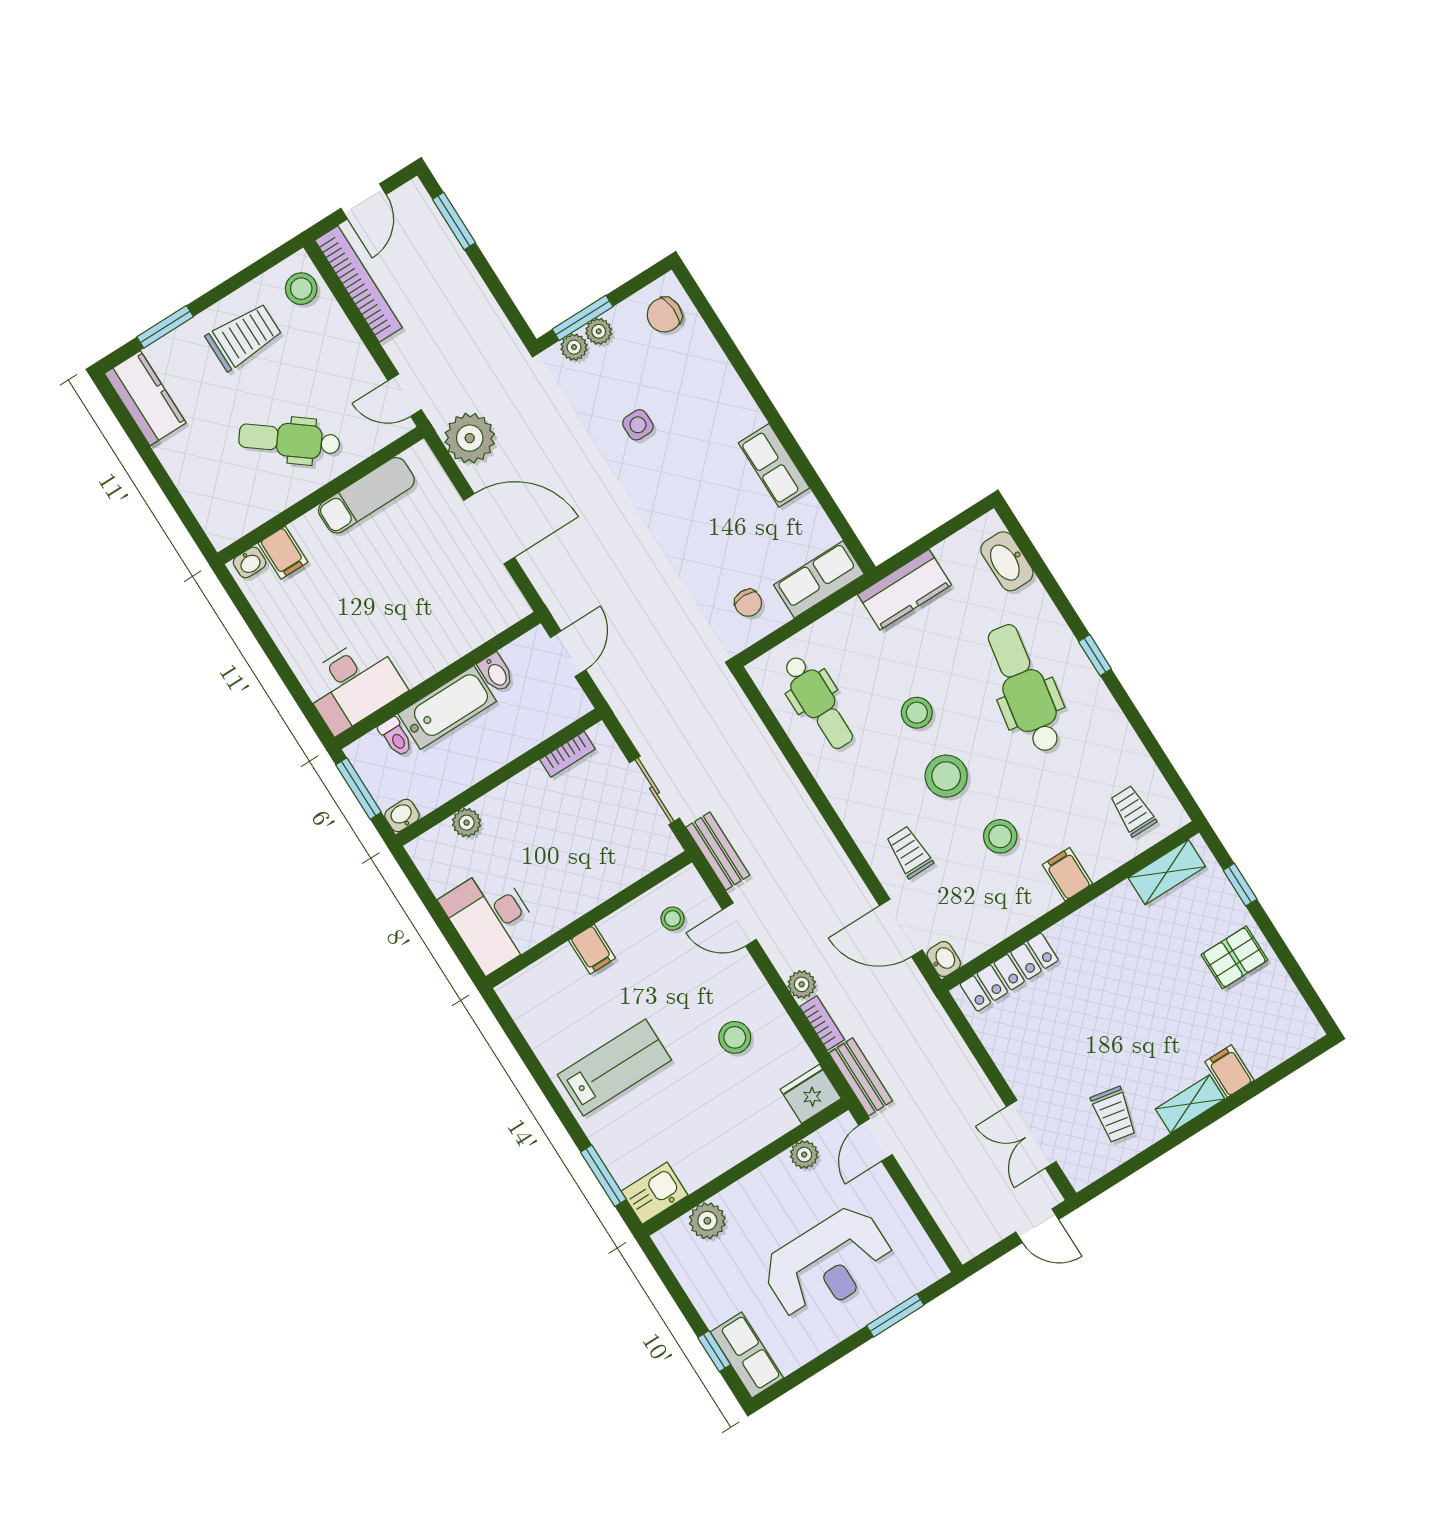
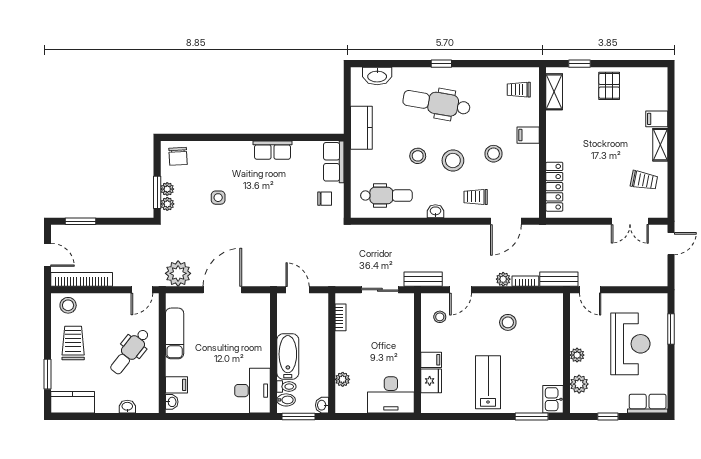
washbasin: (195, 494) -> (127, 407), added
bidet: (496, 673) -> (286, 400), moved
washbasin: (944, 959) -> (435, 211), moved
fridge: (811, 1094) -> (431, 381), moved, turned 180
plant: (804, 1155) -> (577, 355), moved
window: (714, 1351) -> (608, 417), moved

